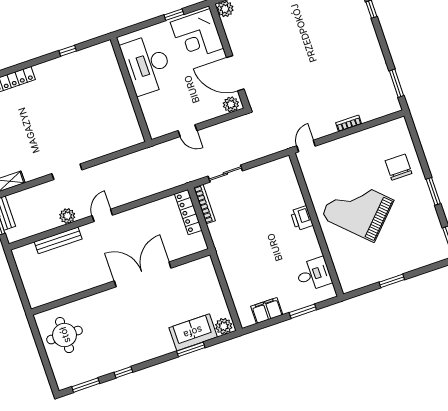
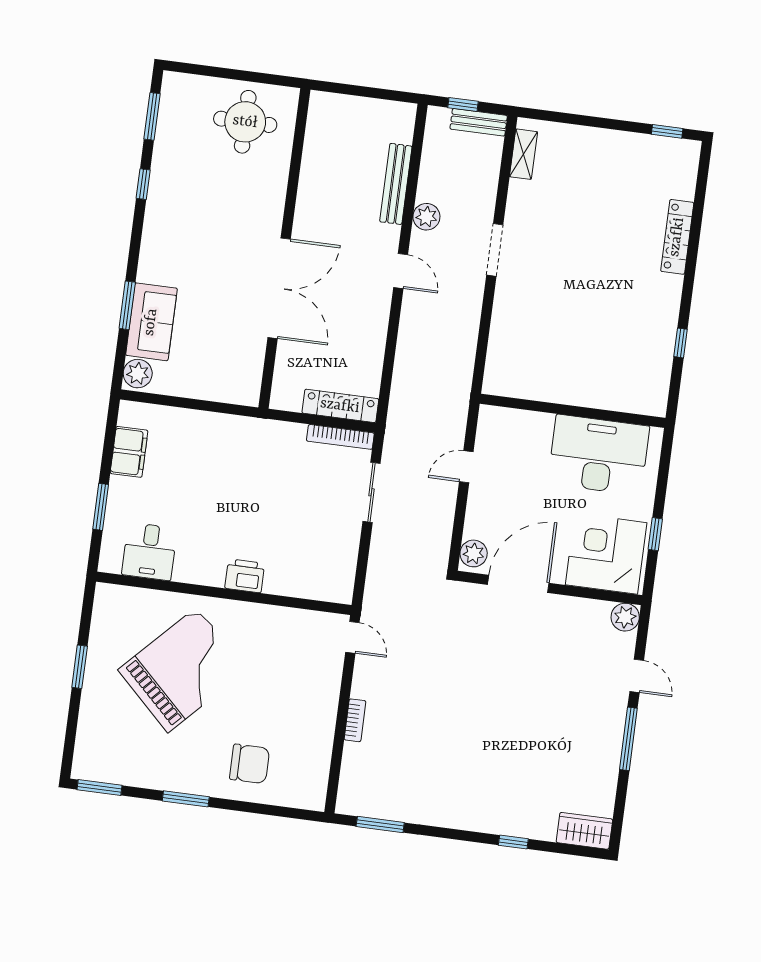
grand piano: (357, 209) -> (182, 670), moved

